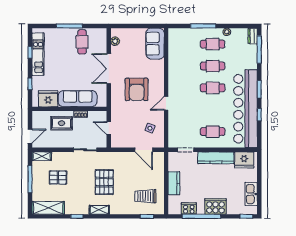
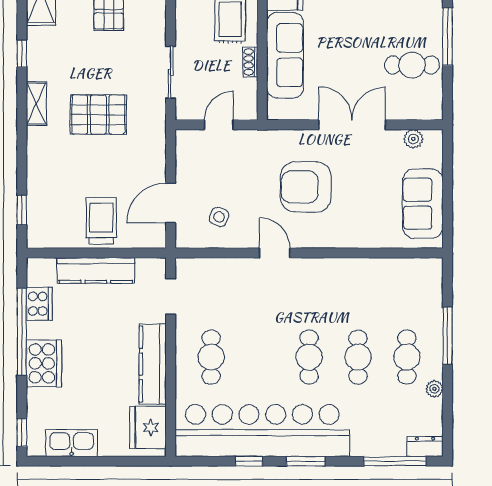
sofa: (155, 44) -> (423, 204), moved, turned -90
kitchen counter: (174, 183) -> (96, 270), width x1.50
trolley: (145, 196) -> (101, 221), moved

